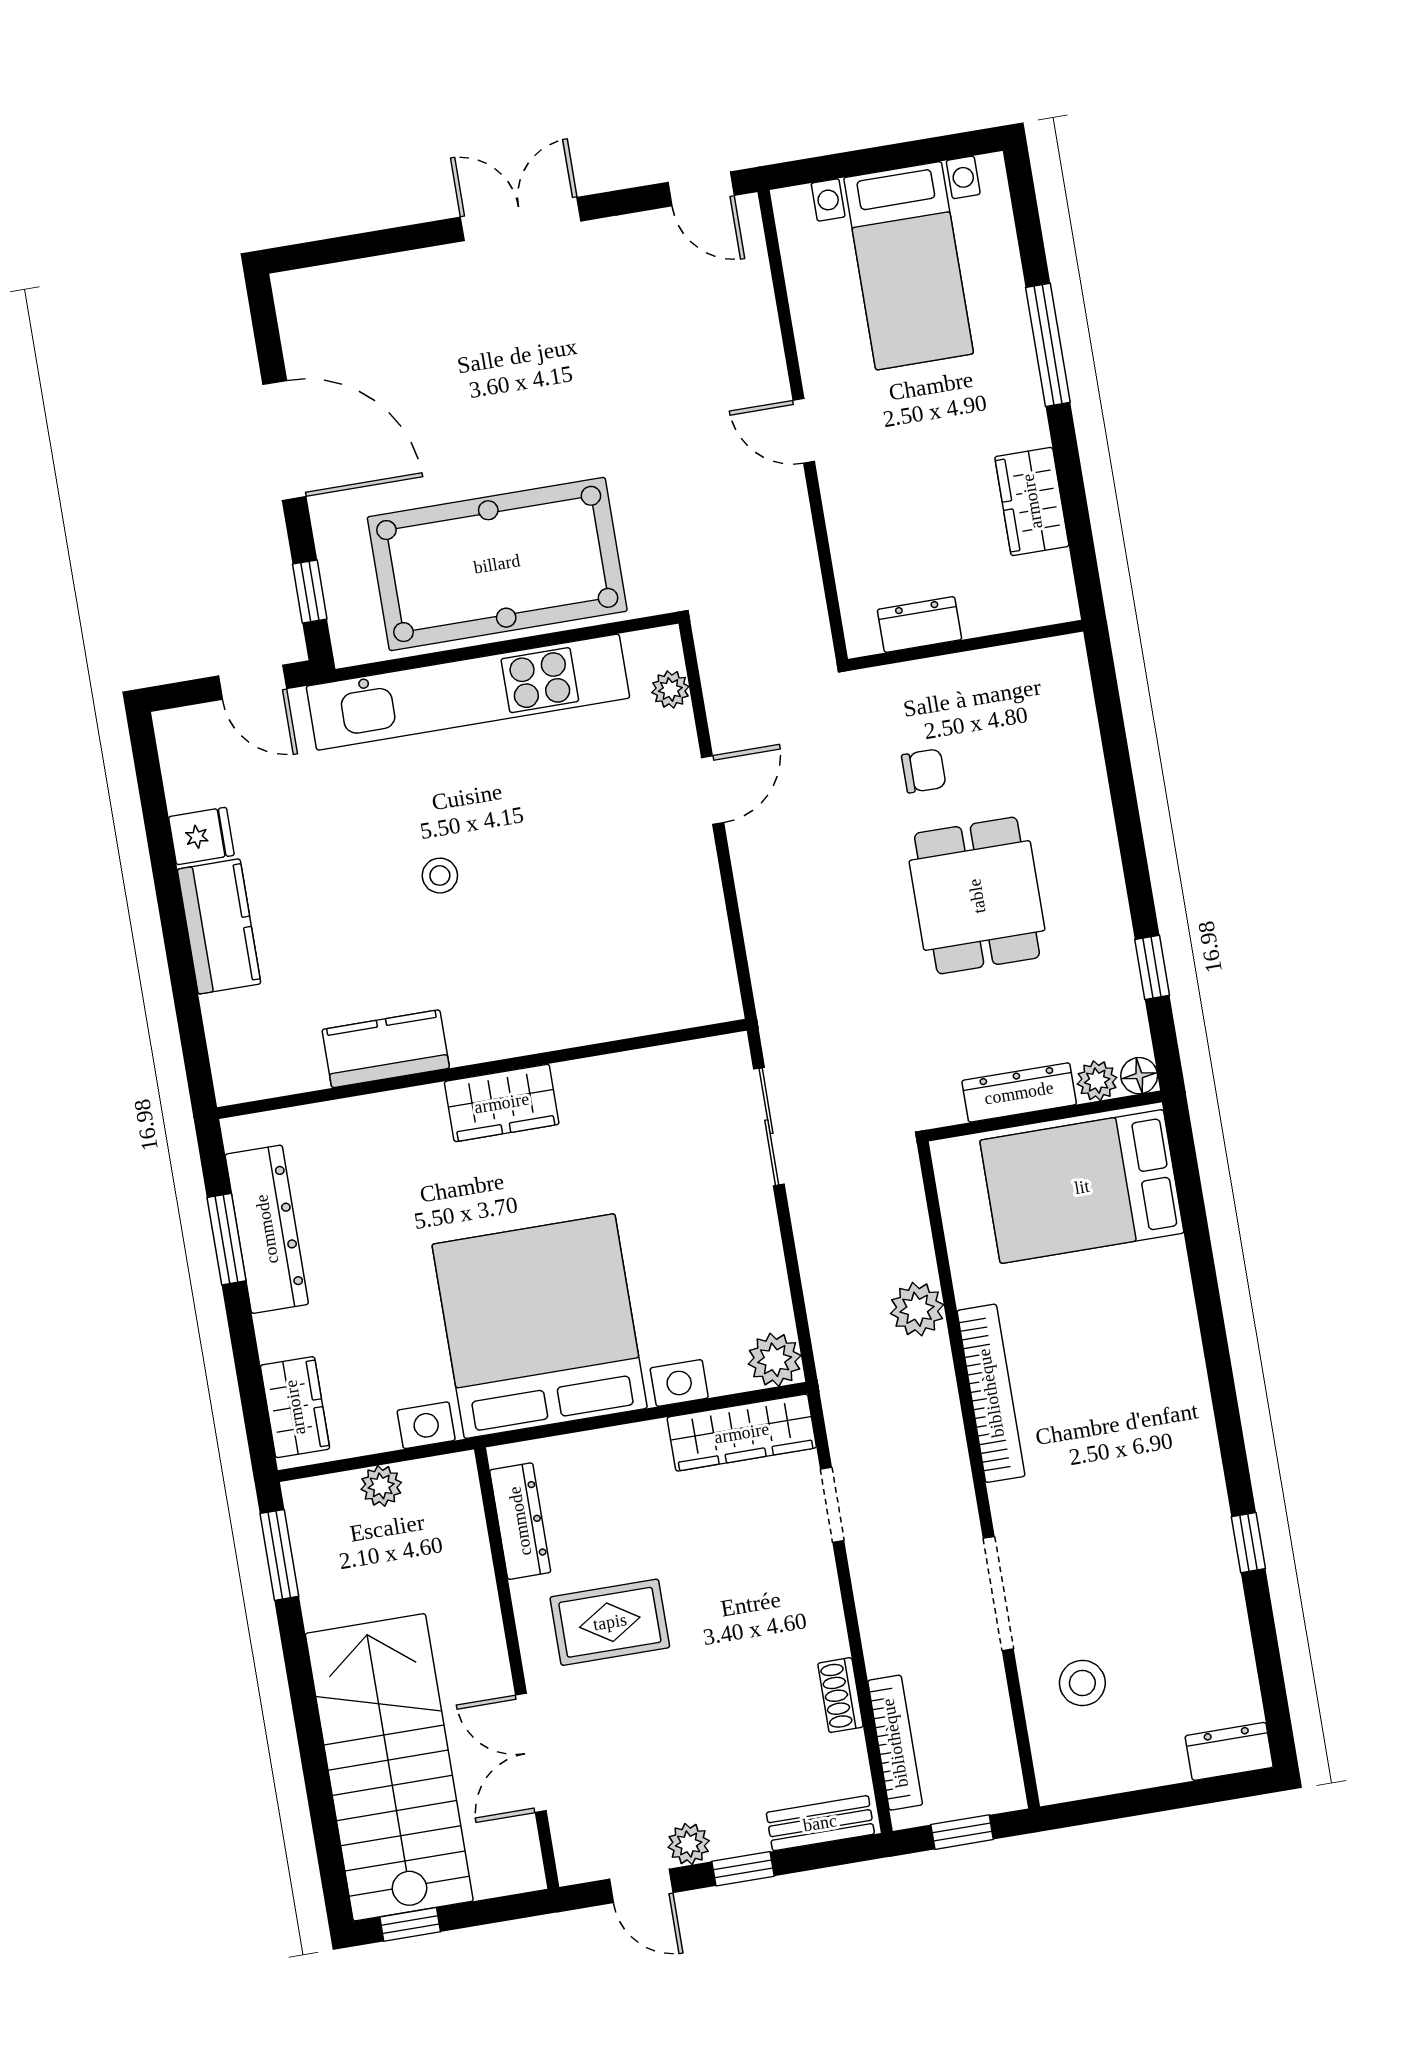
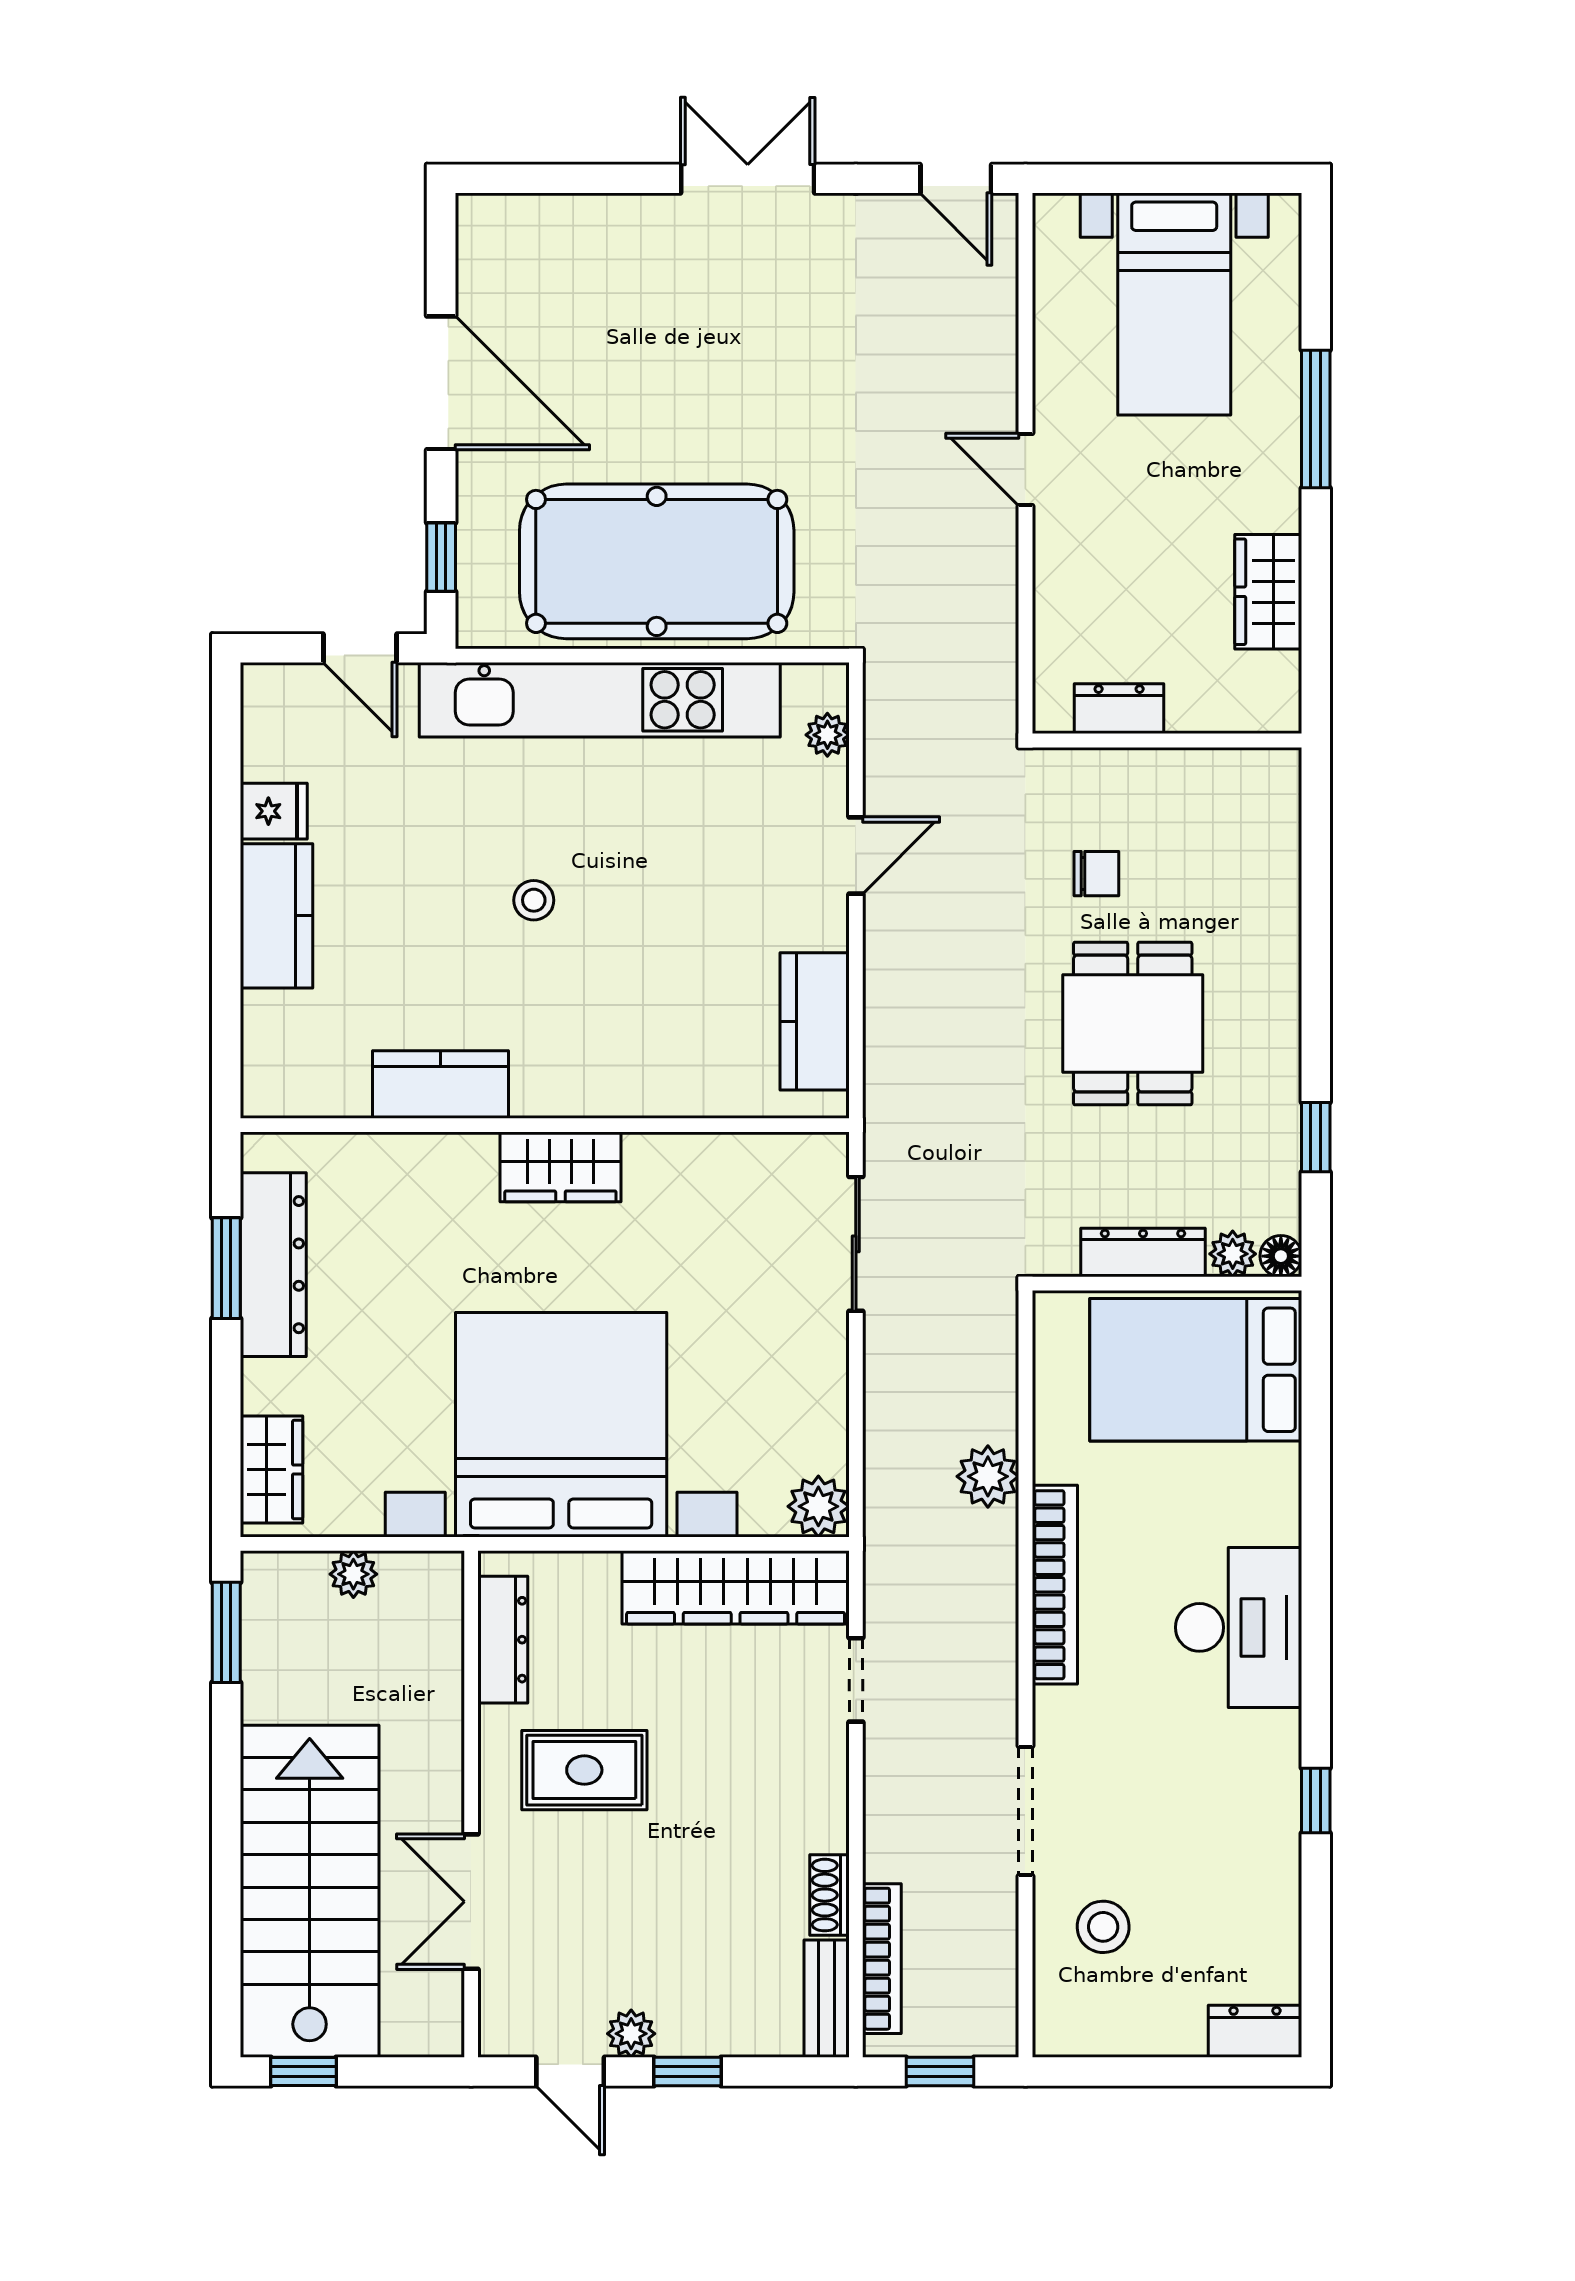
kitchen counter: (701, 940) -> (815, 1021), added
desk: (1156, 1404) -> (1239, 1627), added
wardrobe: (742, 1433) -> (736, 1587), width x1.40, depth x1.17
bench: (820, 1823) -> (827, 1999), moved, turned 90

